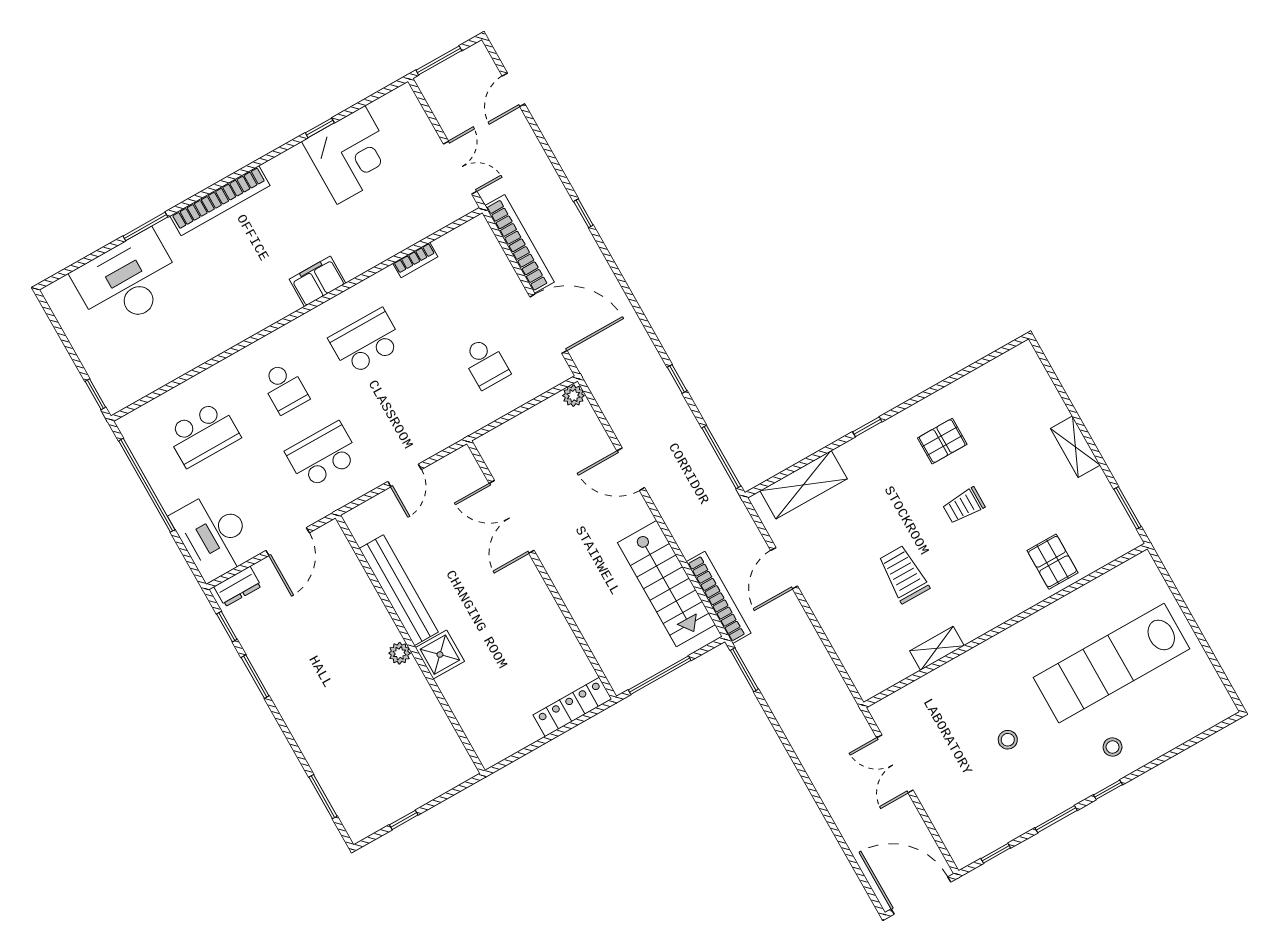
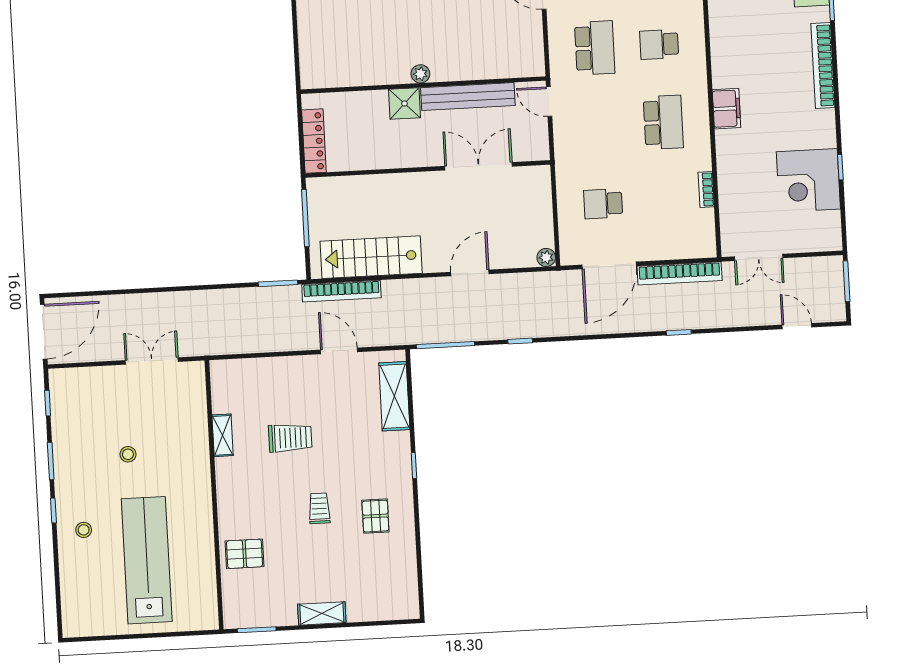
bench: (399, 590) -> (468, 97), moved
wall: (410, 644) -> (423, 85), moved
plant: (400, 653) -> (420, 74), moved
shower: (440, 655) -> (405, 104), moved

